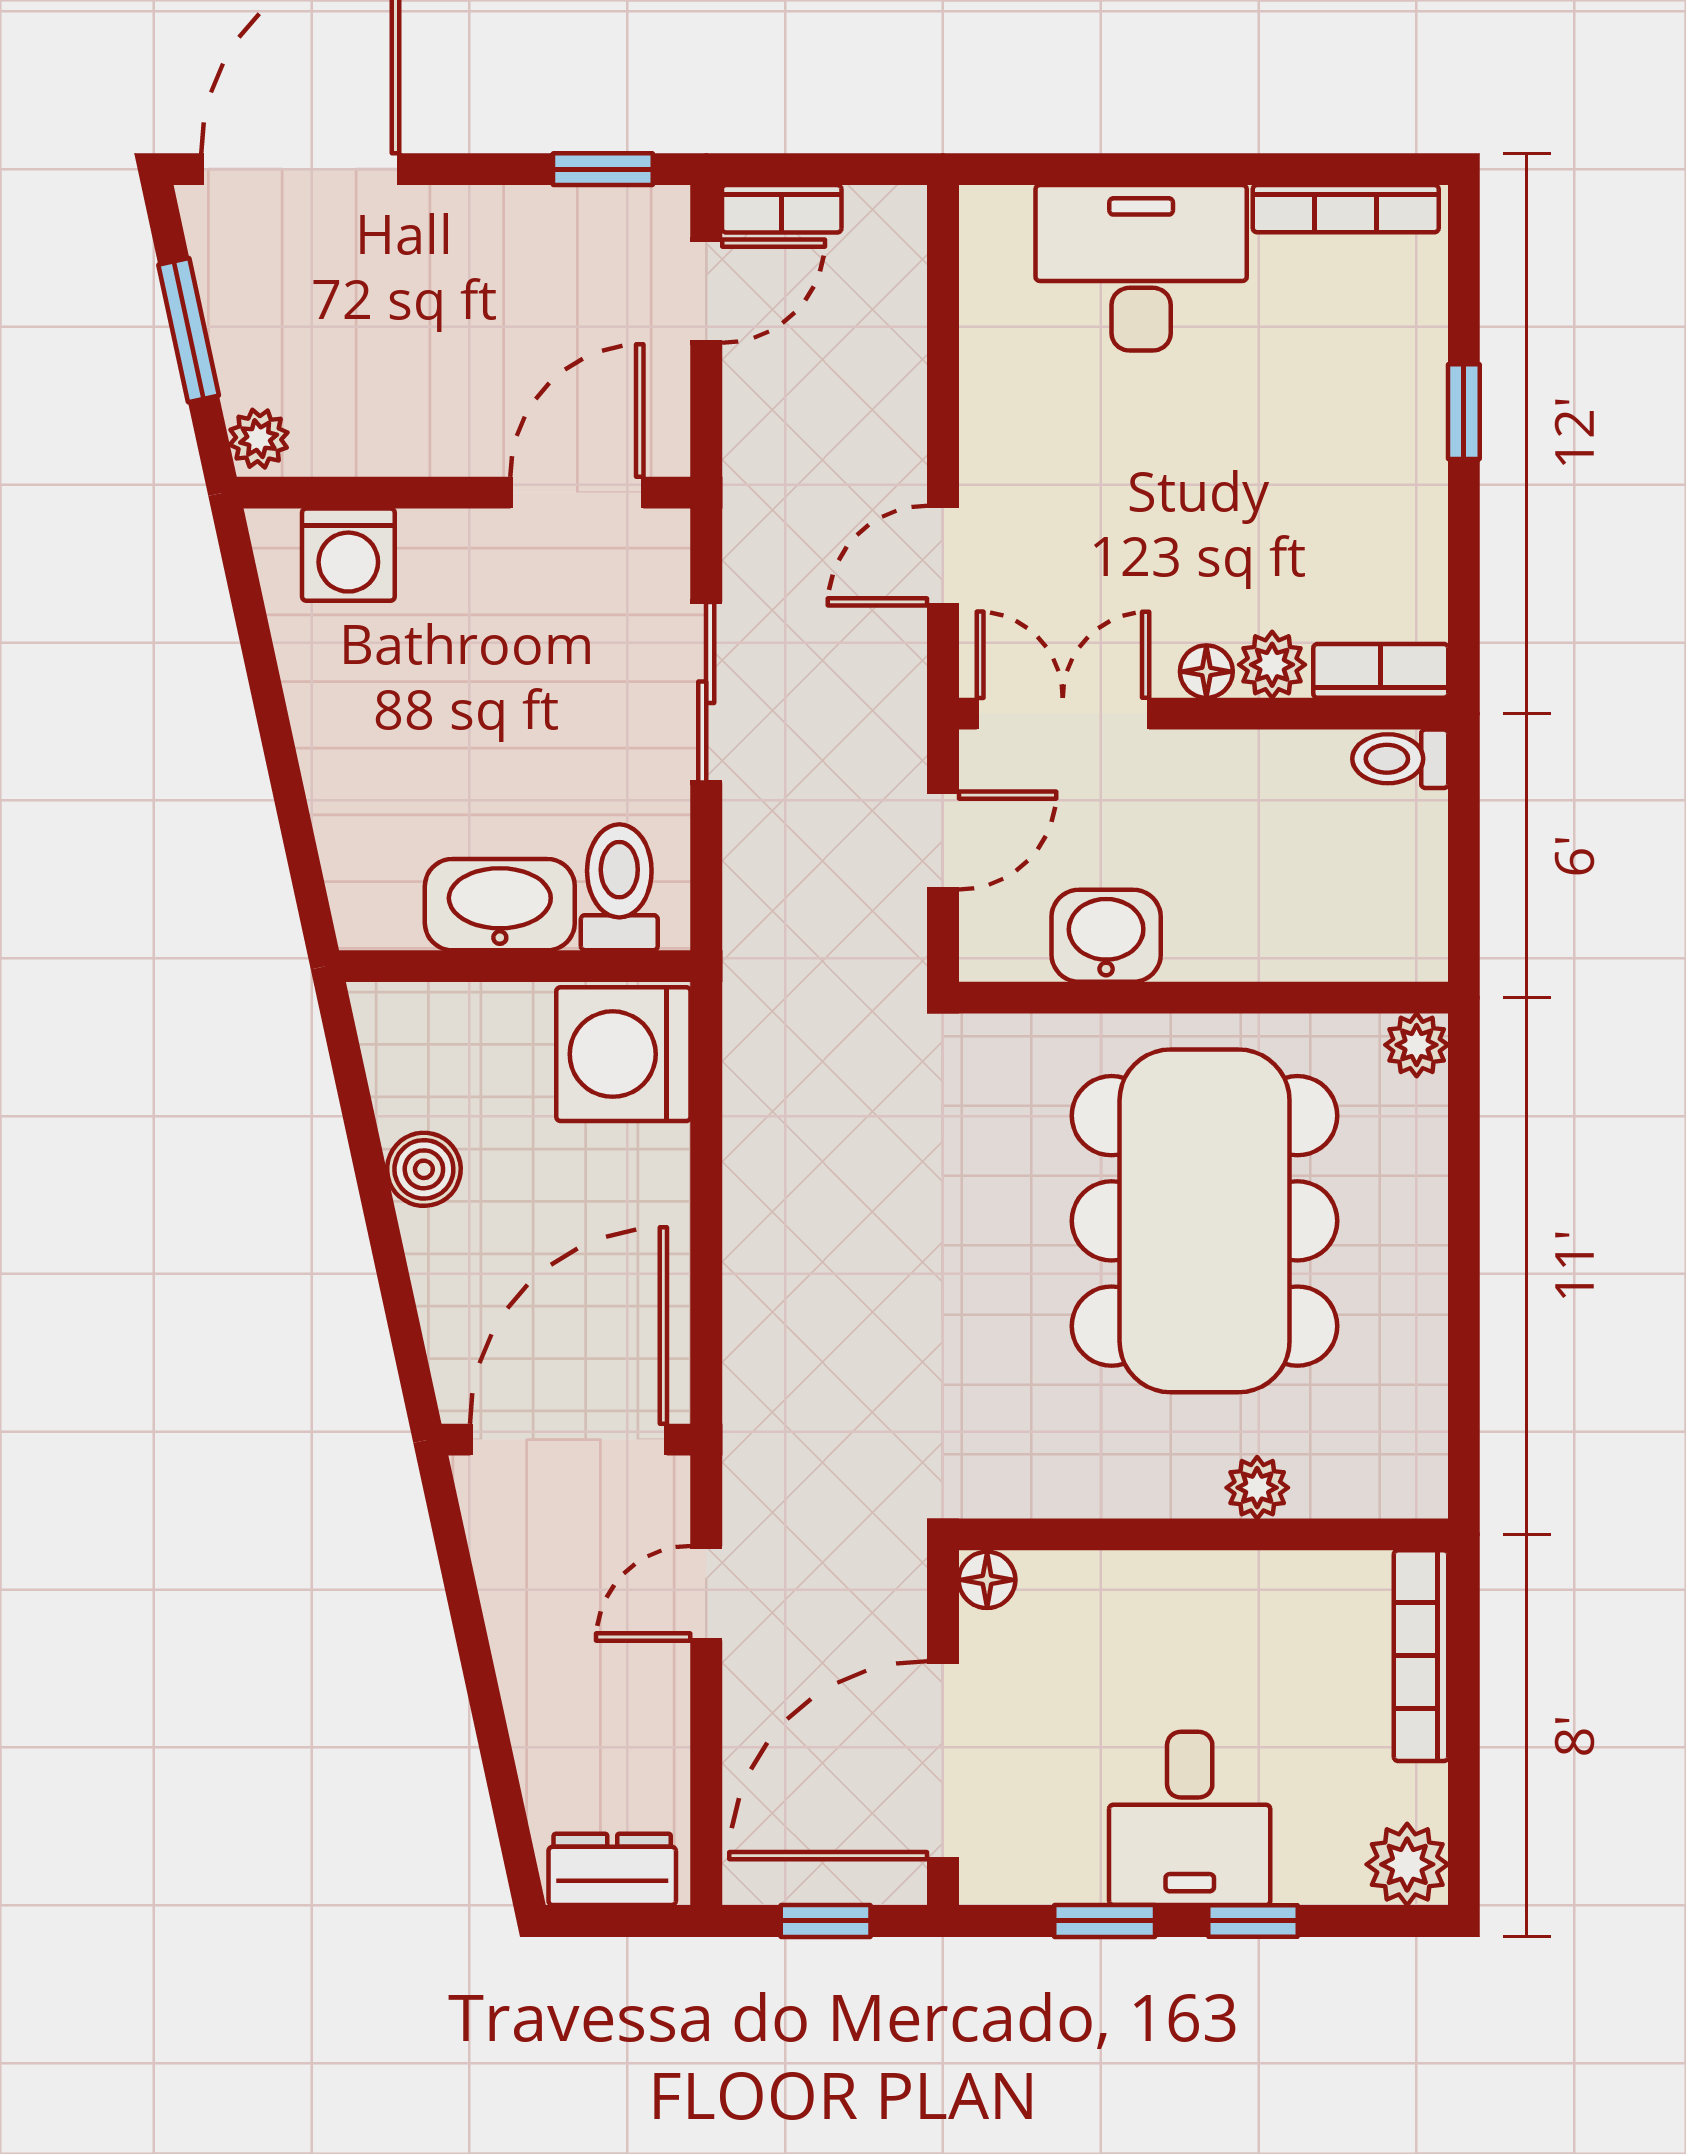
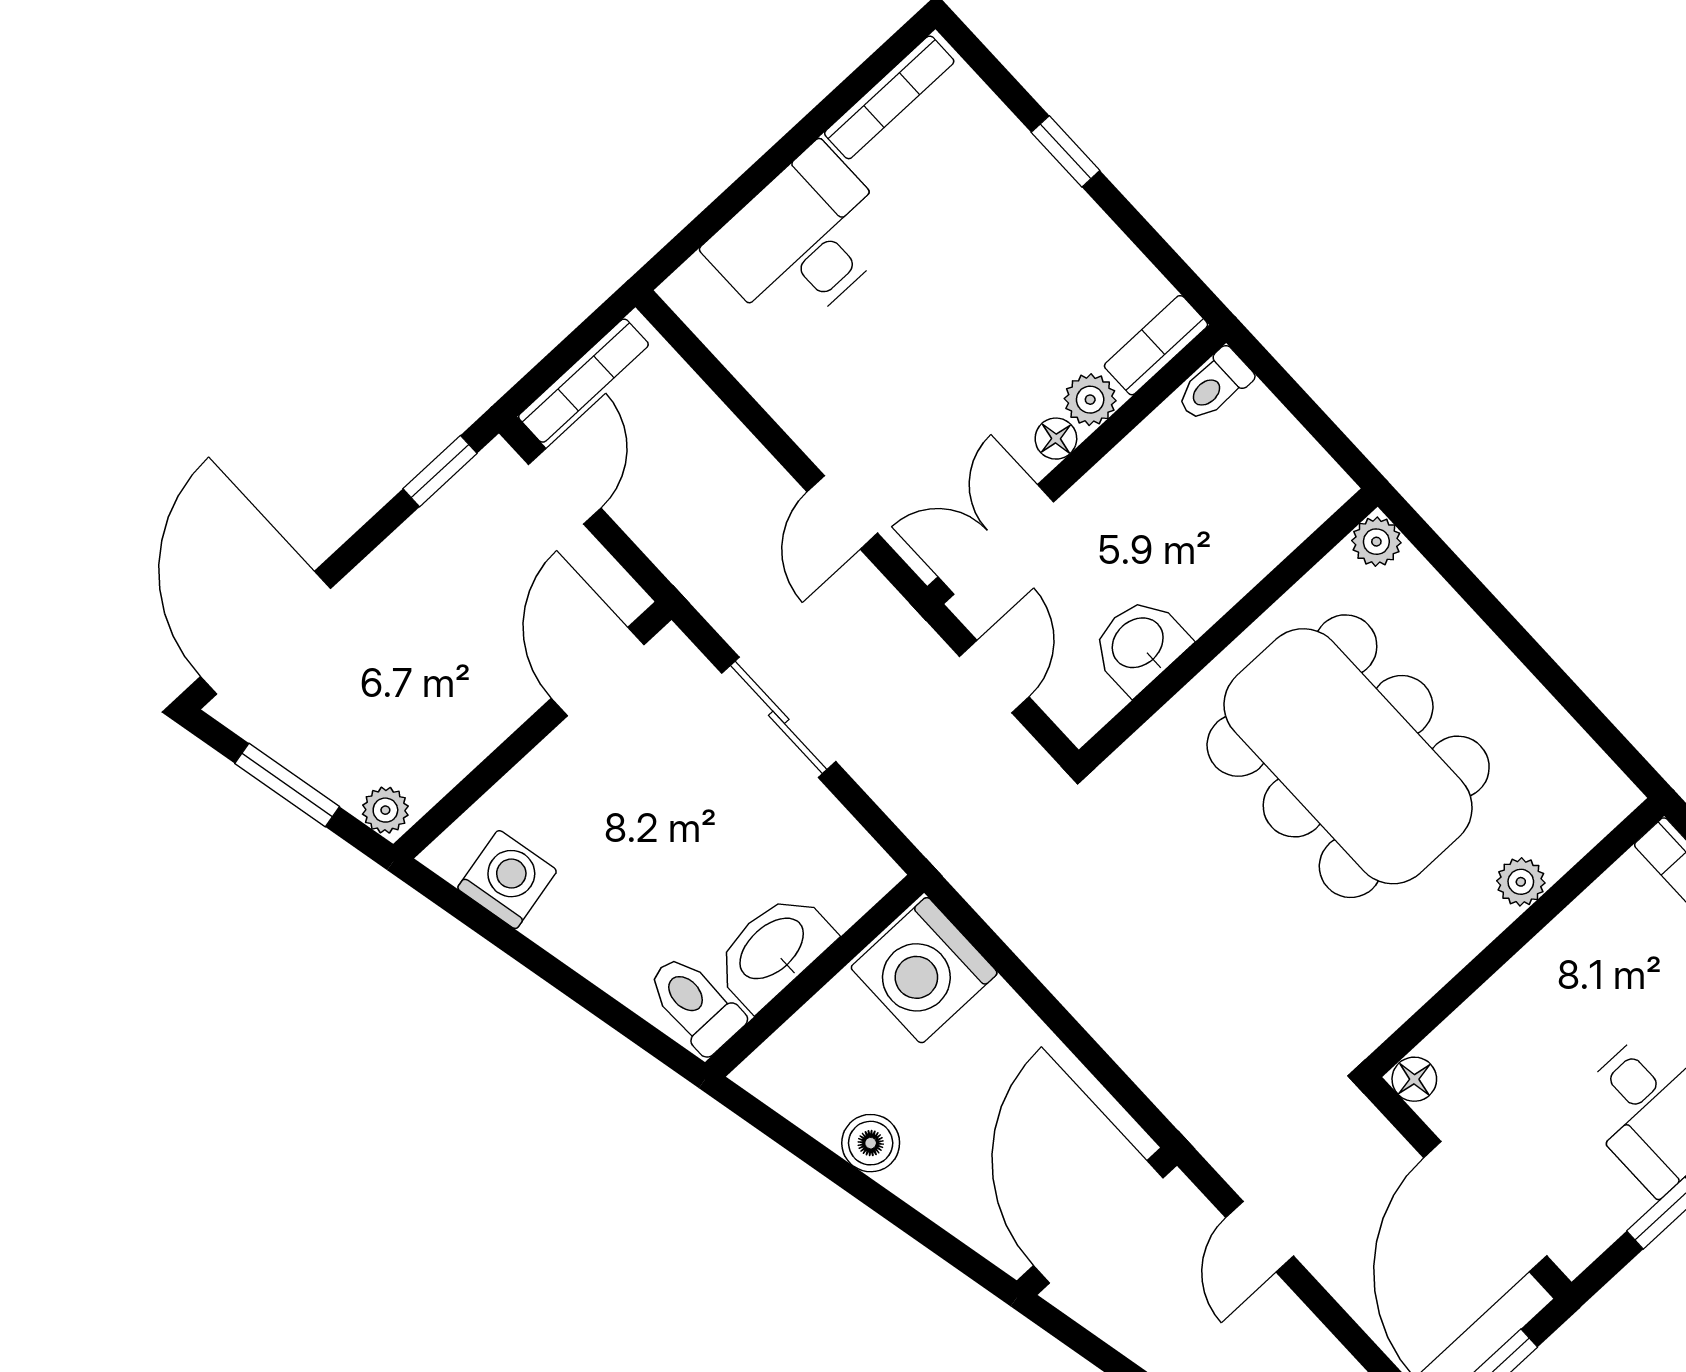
bookcase: (782, 209) -> (583, 381), width x1.56
washing machine: (348, 555) -> (507, 879), moved, turned -102
toilet: (619, 887) -> (695, 1004), moved

